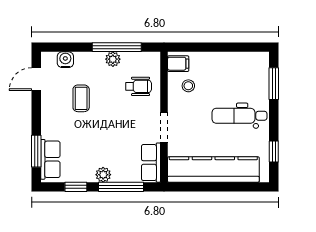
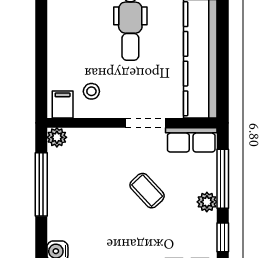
plant: (113, 59) -> (57, 137), moved
wheelchair: (138, 86) -> (92, 156), removed
coffee table: (81, 98) -> (147, 191), moved, turned 47

